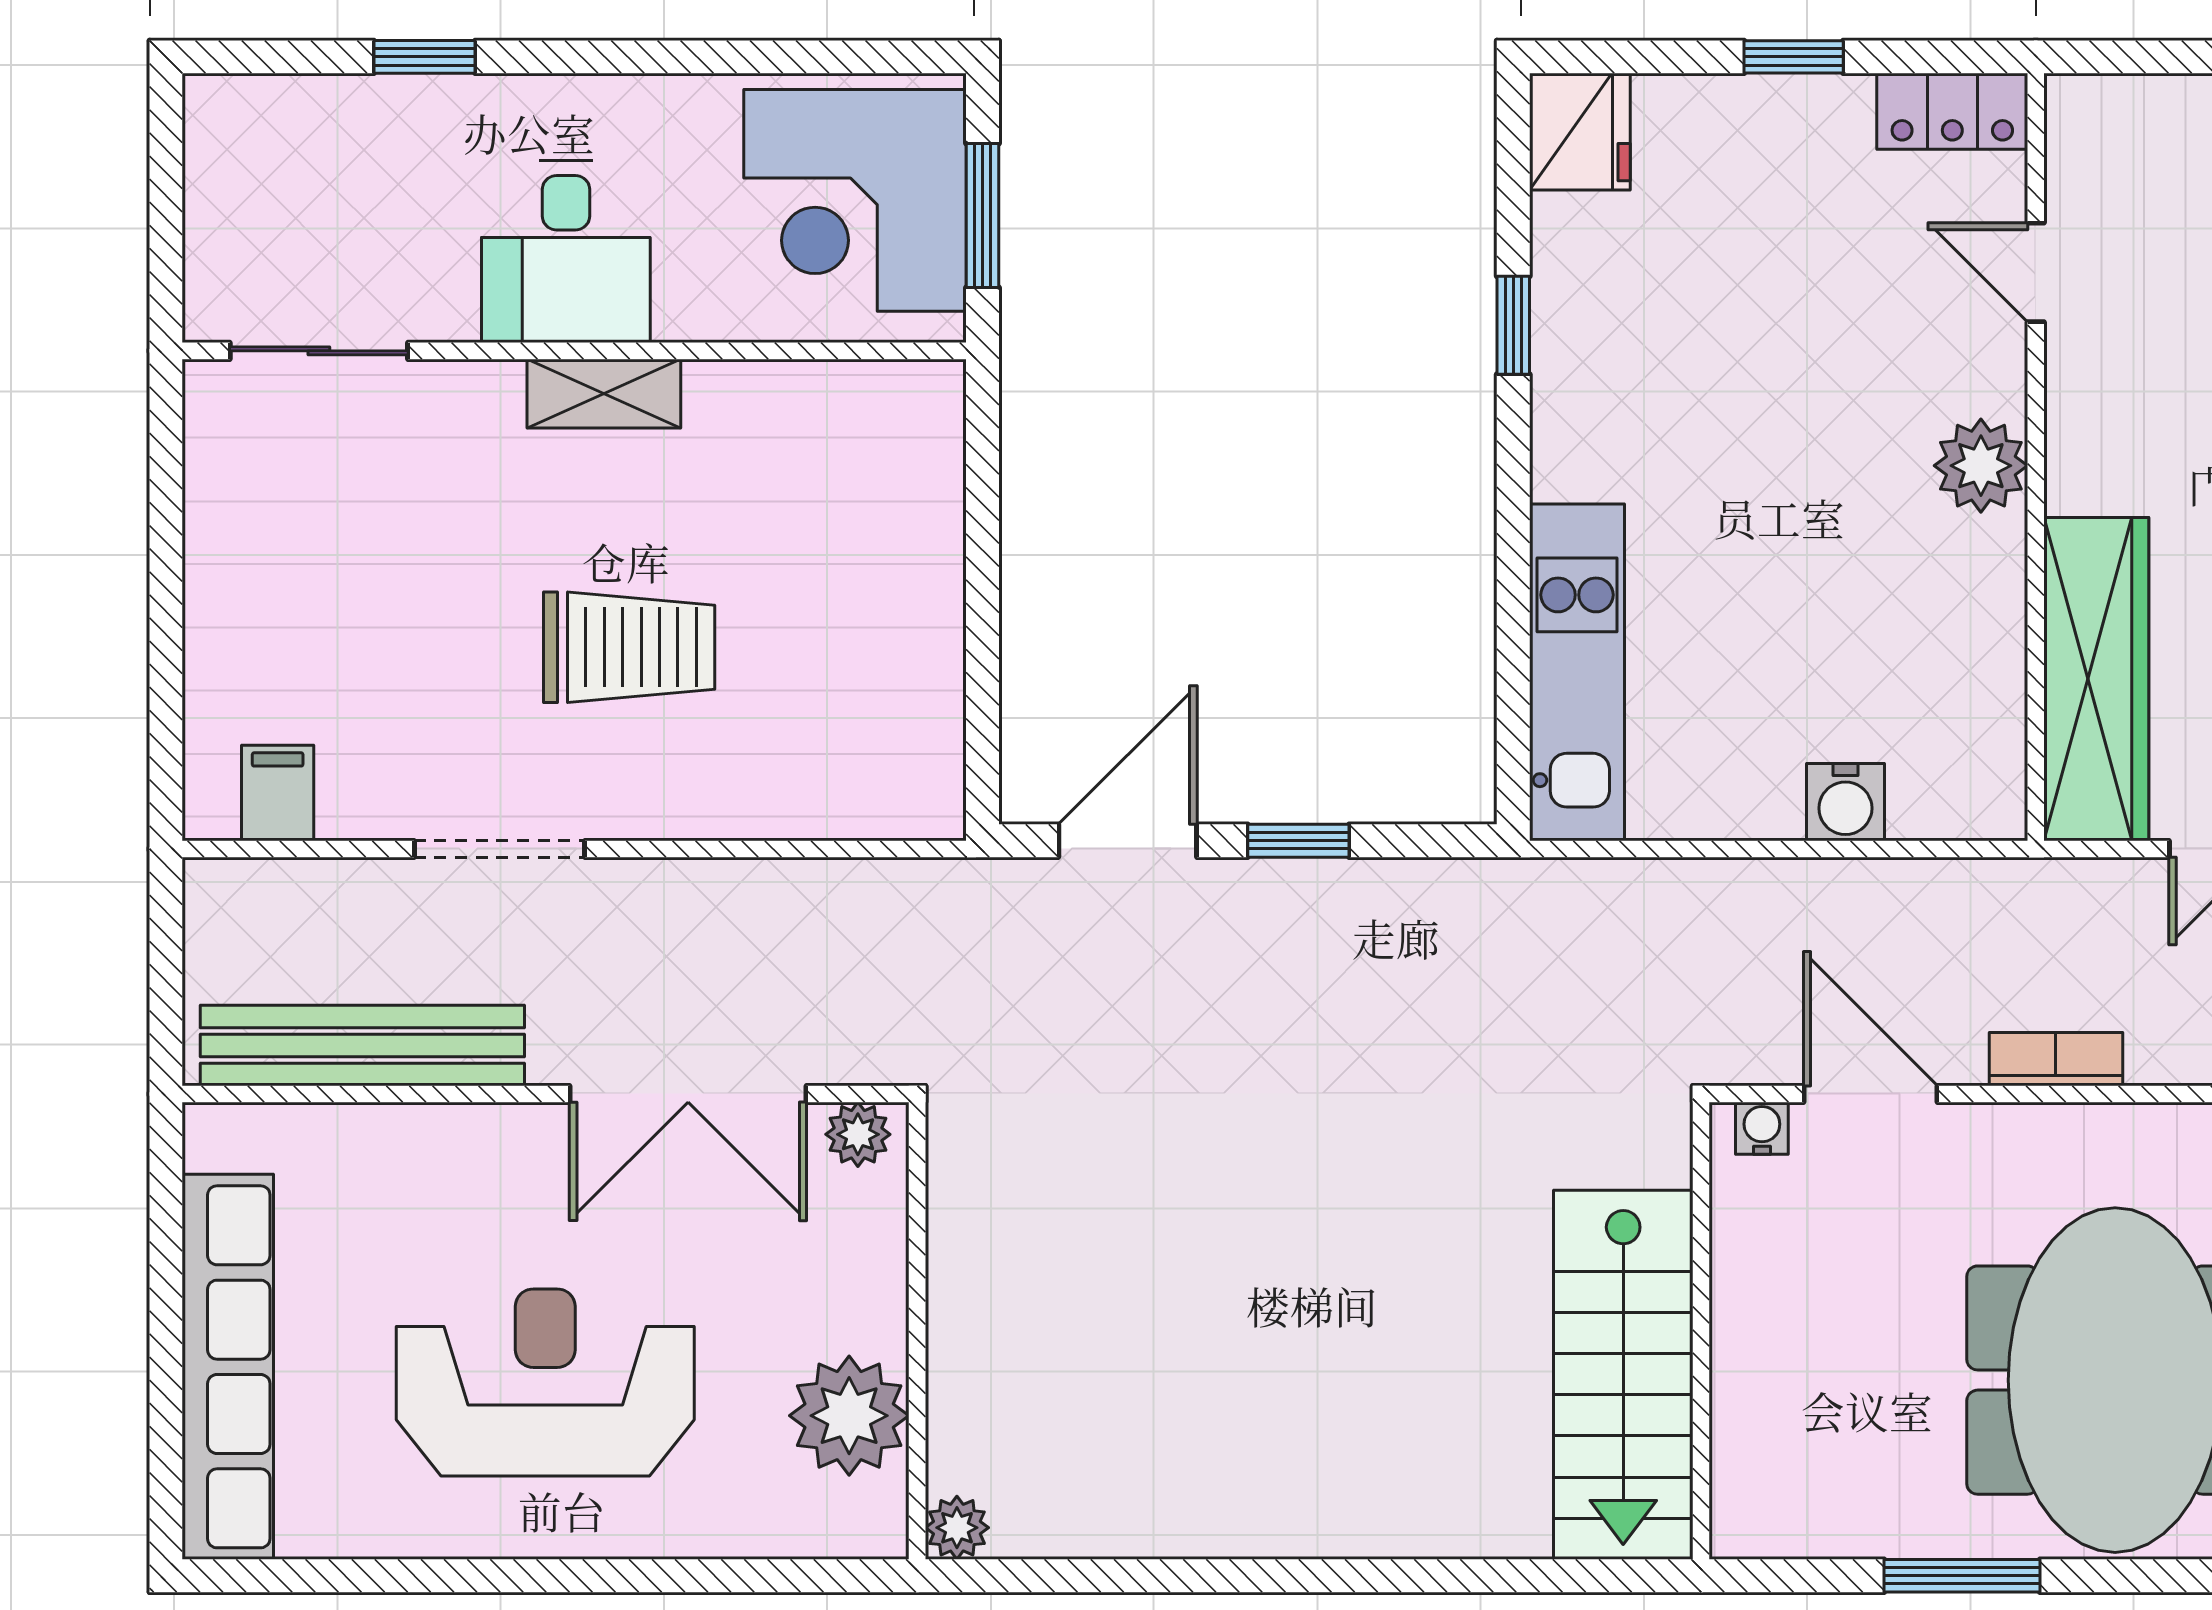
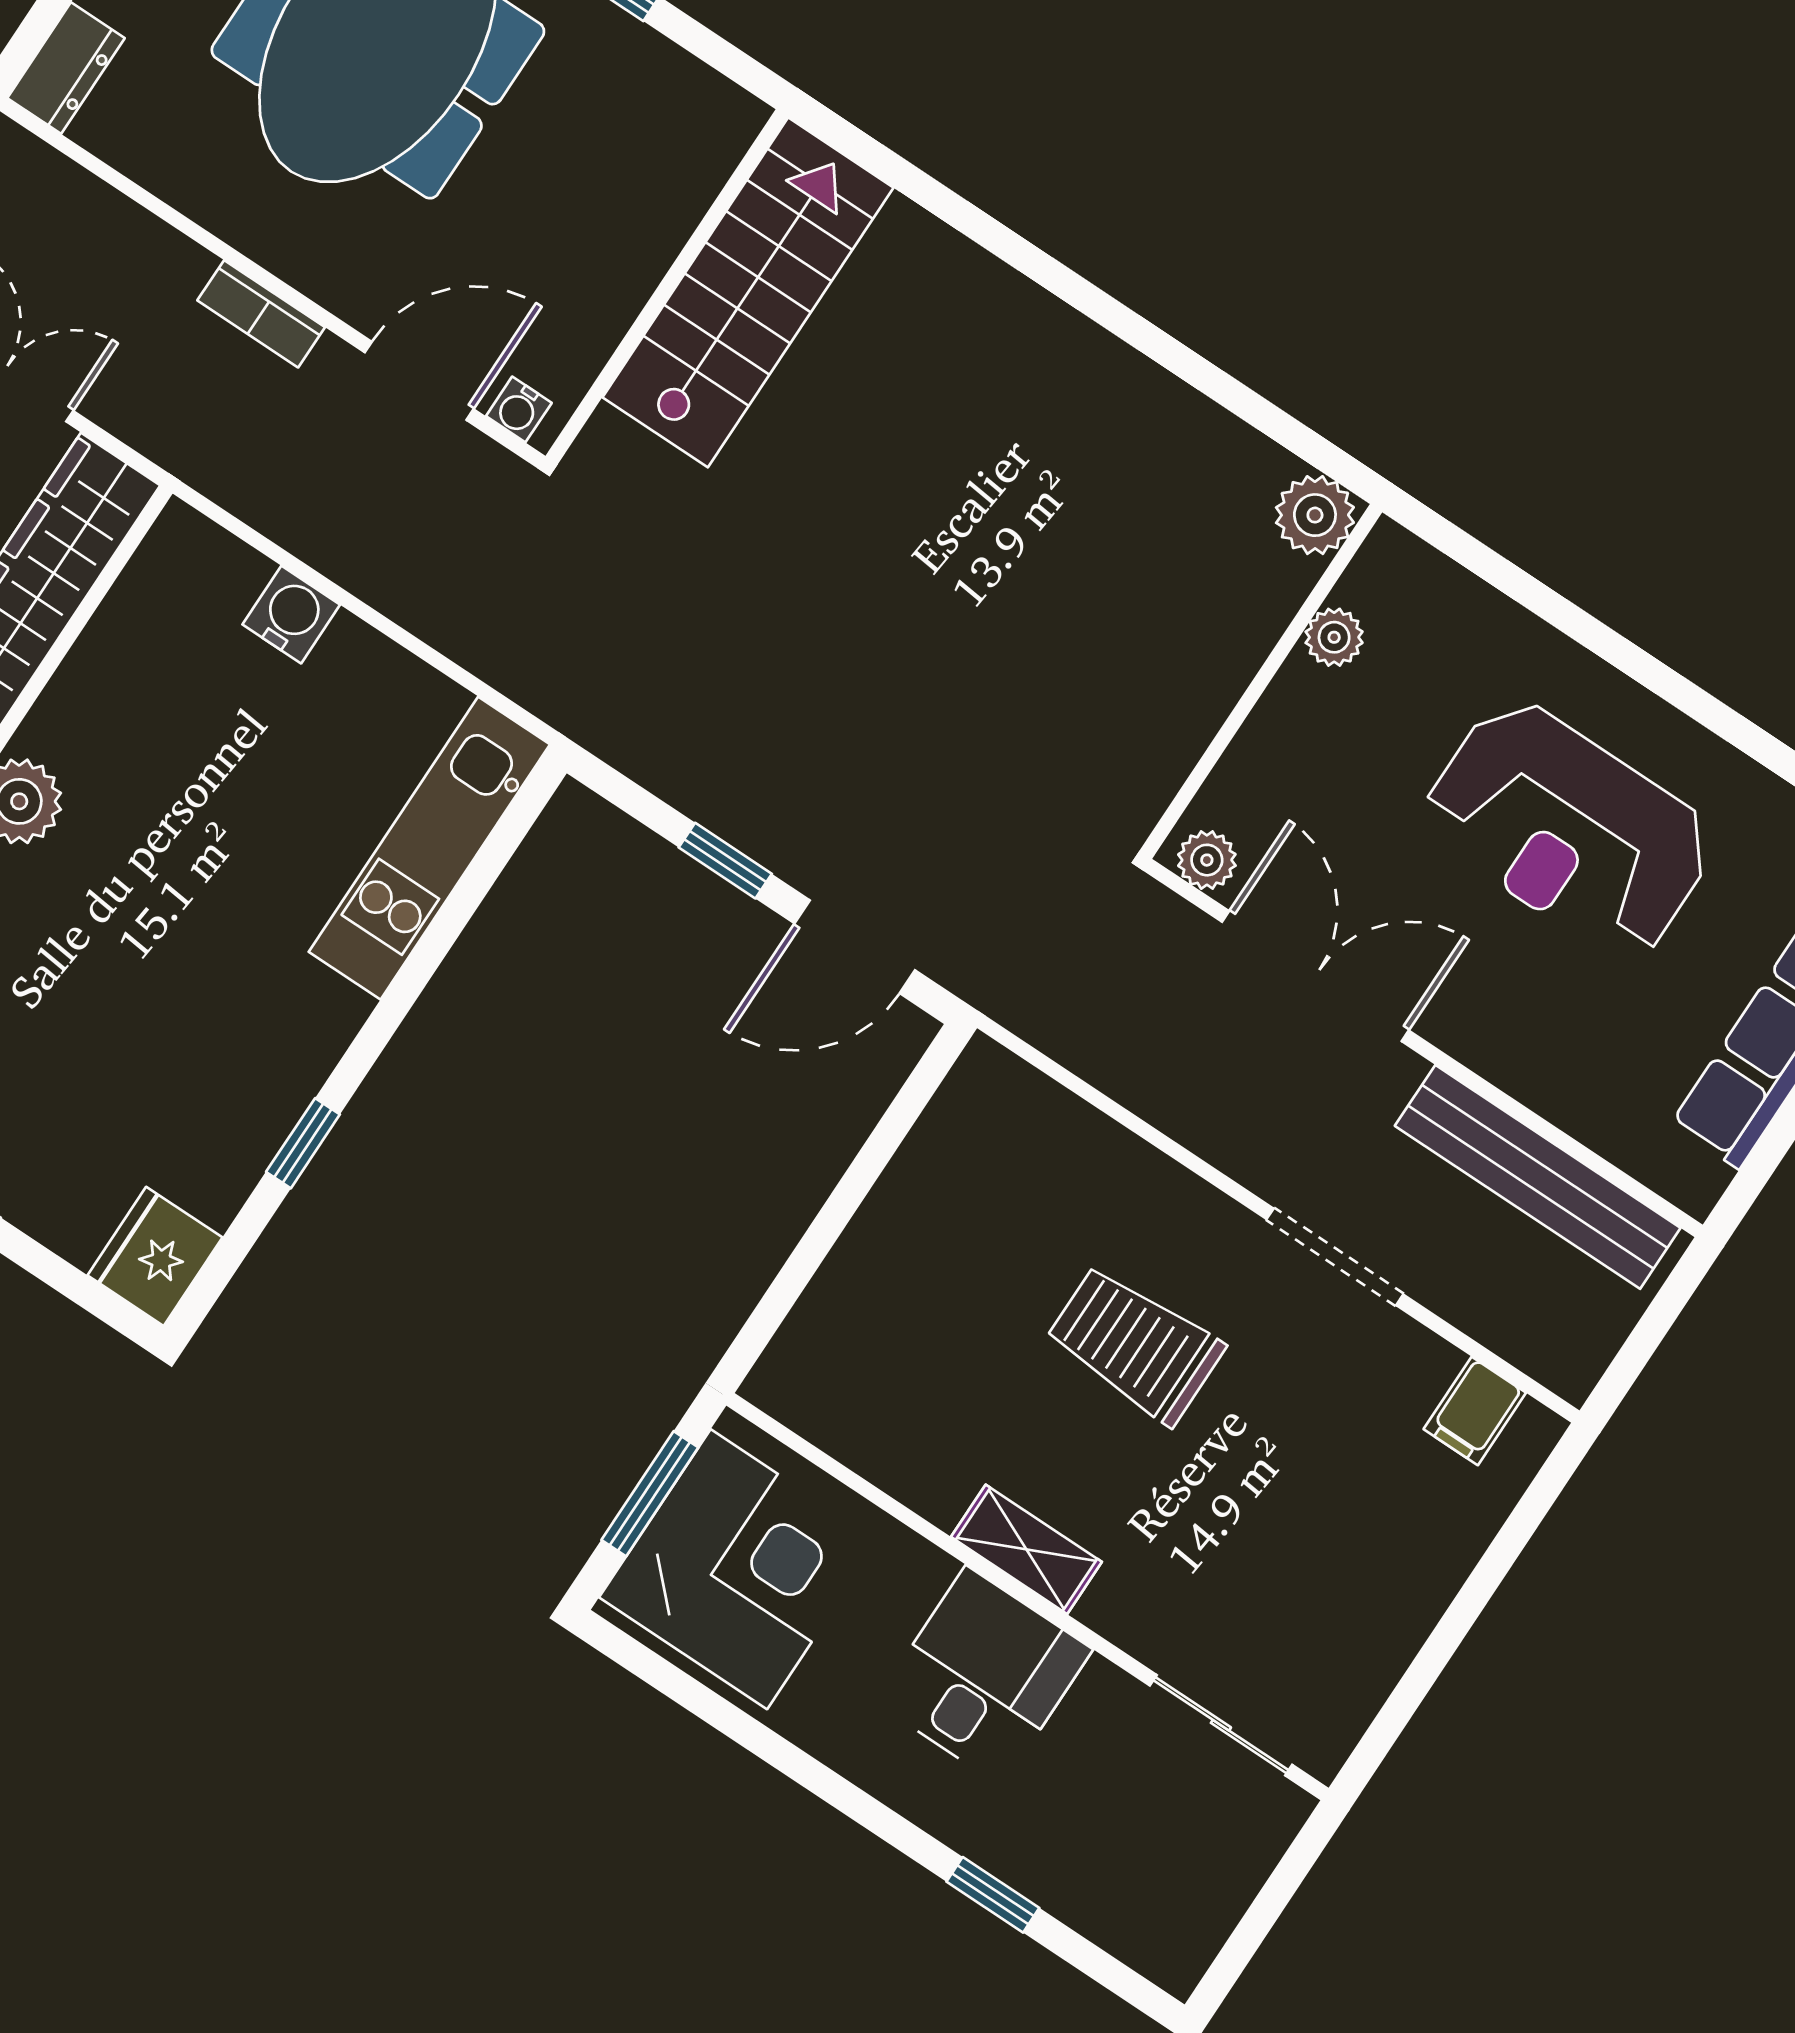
door: (1870, 1094) -> (419, 381), swing flipped
plant: (849, 1416) -> (1334, 637), width x0.53, depth x0.53
plant: (957, 1528) -> (1315, 515), width x1.38, depth x1.38

